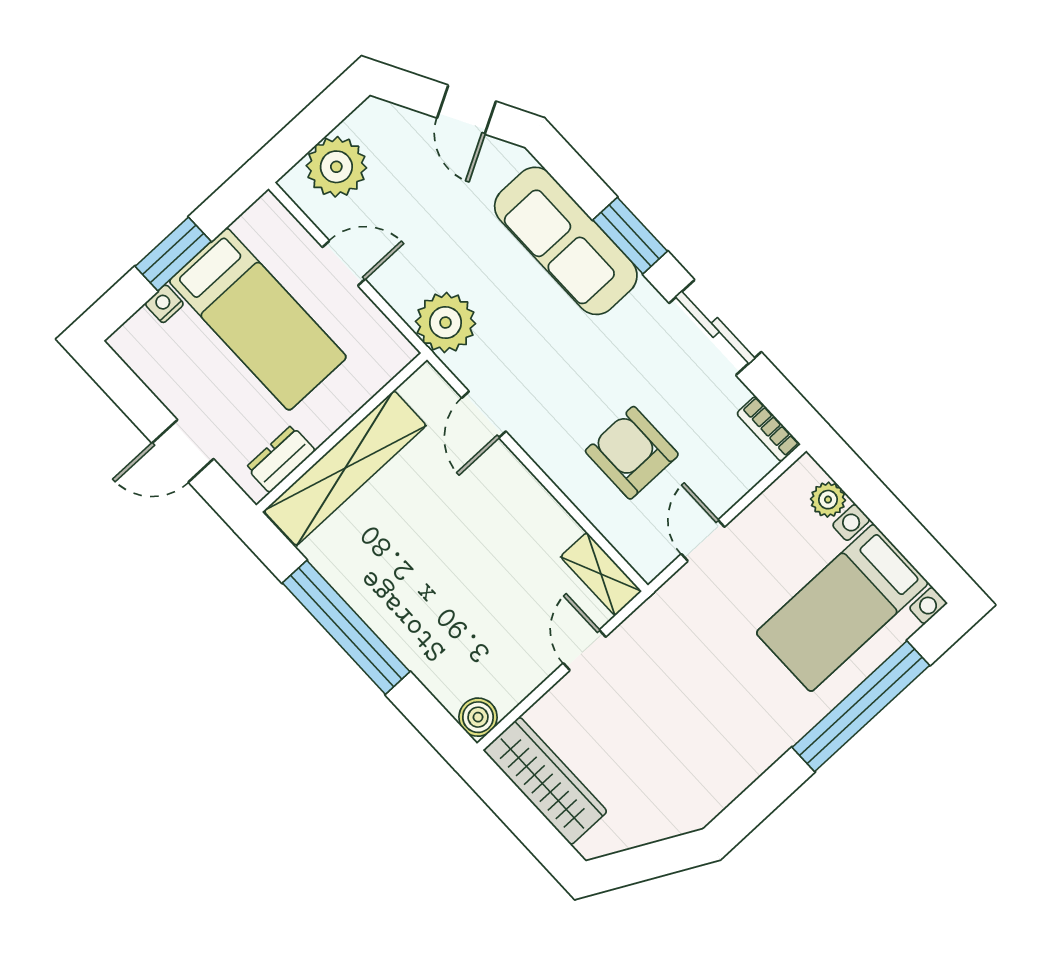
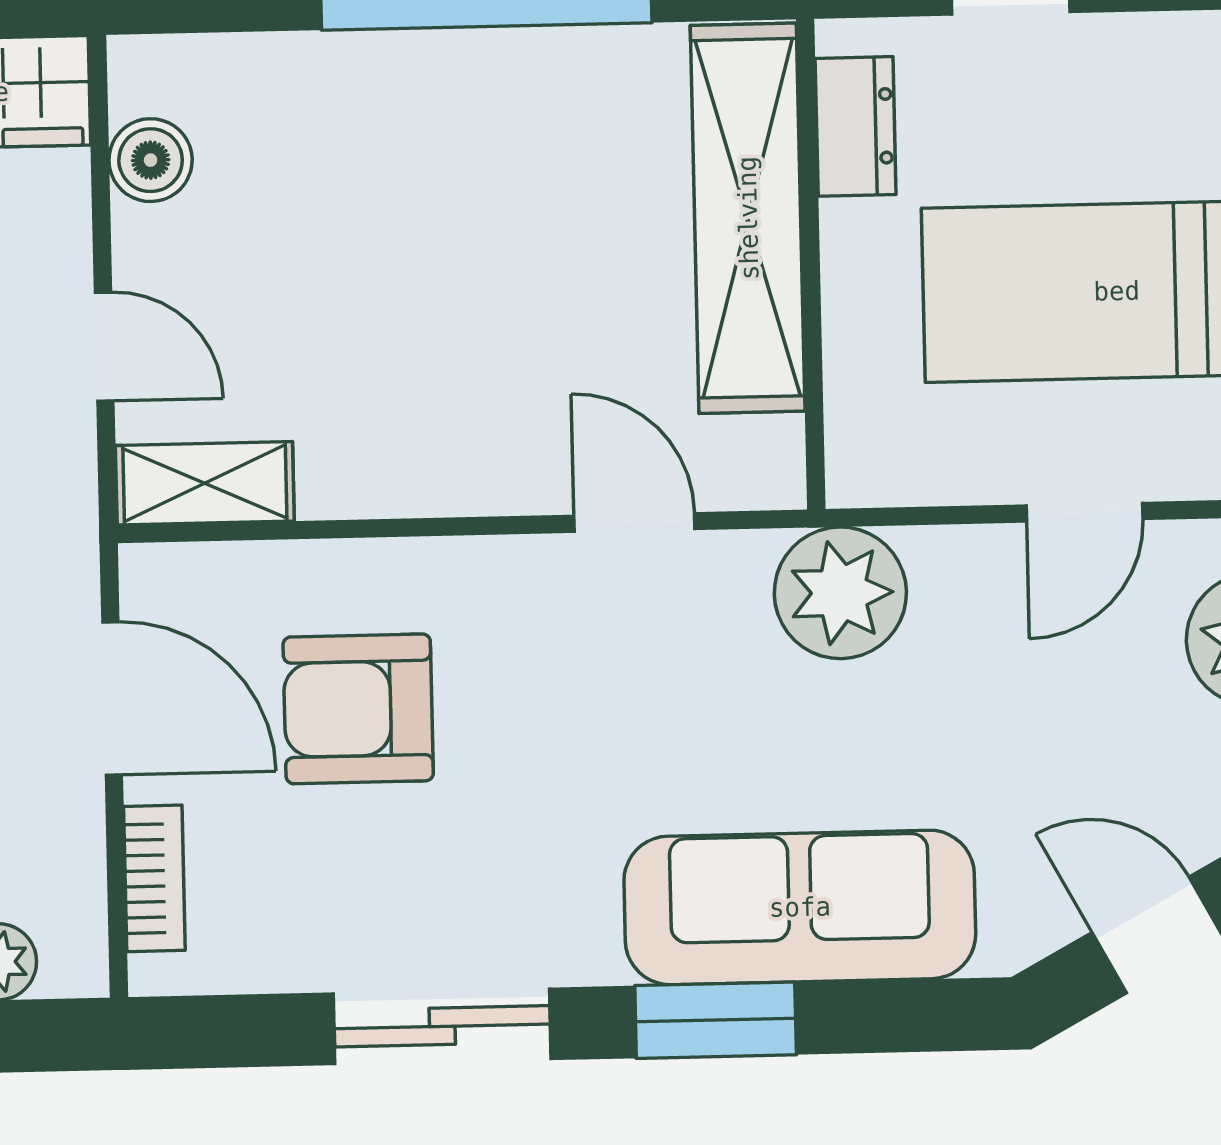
bookcase: (768, 429) -> (154, 878), moved, turned 90
armchair: (632, 453) -> (358, 709), turned 180
door: (703, 540) -> (112, 698), width x1.38
boiler: (478, 717) -> (151, 160), moved

